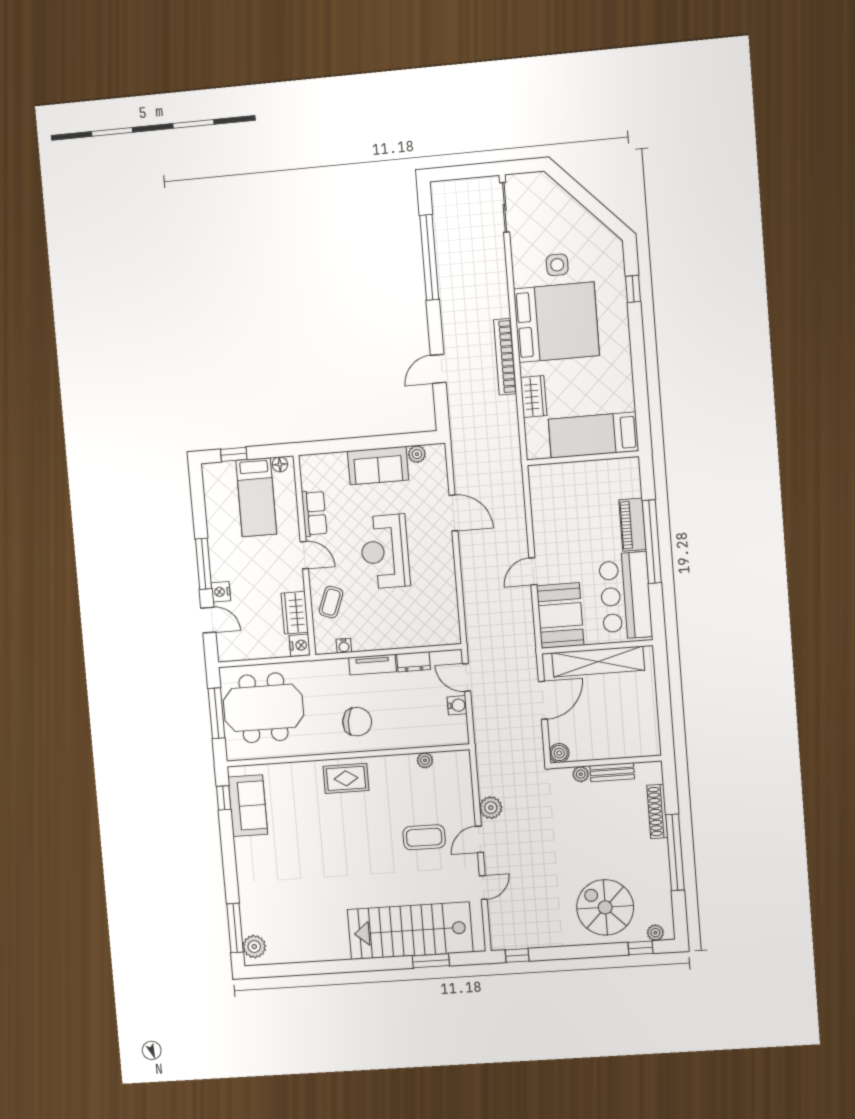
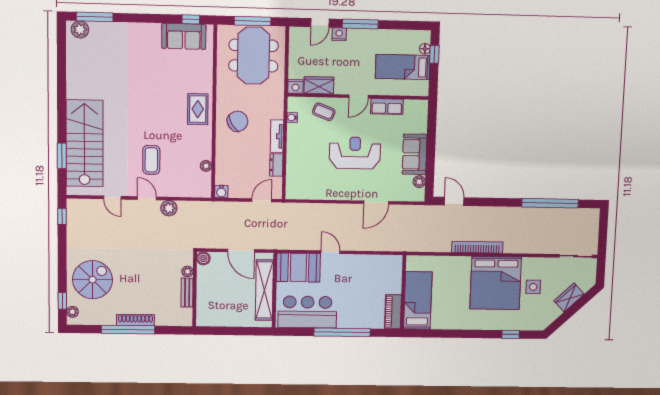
door: (438, 369) -> (454, 201), moved
wardrobe: (534, 397) -> (569, 297), moved, turned 136
floor lamp: (280, 464) -> (425, 49), moved
piano: (632, 525) -> (393, 312), moved, turned -90
water cooler: (457, 705) -> (221, 192), moved
chair: (357, 722) -> (238, 121), turned -129
shoe rack: (657, 811) -> (135, 320), moved

